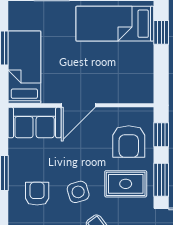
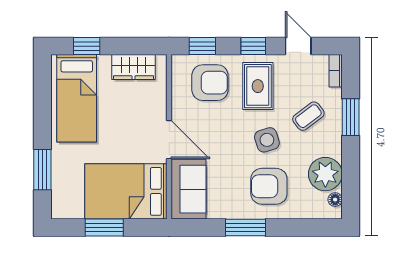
bed: (24, 67) -> (126, 191), width x1.50
wardrobe: (143, 74) -> (134, 67), added
window: (161, 180) -> (253, 46), width x0.67
armchair: (37, 194) -> (269, 186), width x1.38, depth x1.38

